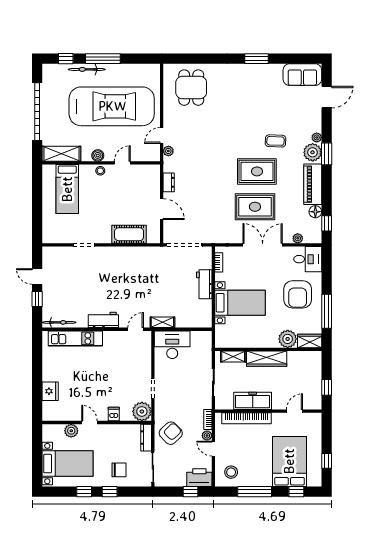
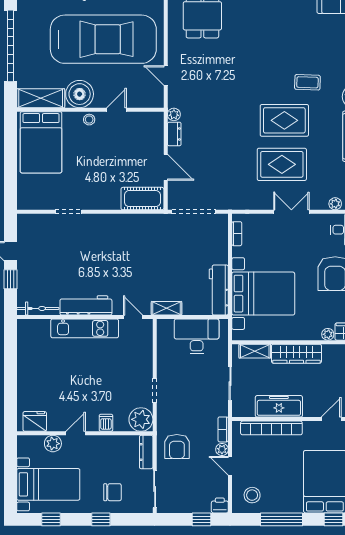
door: (162, 135) -> (166, 76), hinge flipped
plant: (168, 151) -> (174, 114), moved
boiler: (98, 155) -> (80, 94), width x1.86, depth x1.86
bed: (67, 189) -> (41, 142), width x1.50
cot: (129, 234) -> (142, 199), moved
double door: (263, 245) -> (291, 212), width x0.73
workbench: (204, 284) -> (219, 290), moved, width x1.37
bed with nightstands: (240, 303) -> (263, 294), width x1.36
workbench: (103, 320) -> (86, 305), width x1.38
door: (136, 329) -> (133, 317), hinge flipped
kitchen unit: (75, 338) -> (85, 328), moved
plant: (288, 339) -> (328, 334), width x0.53, depth x0.53
desk: (172, 345) -> (197, 336), moved
fridge: (50, 391) -> (35, 421), moved, turned -90
door: (89, 423) -> (76, 433), hinge flipped
armchair: (171, 433) -> (177, 447), turned 134
printer: (199, 478) -> (220, 505), width x0.53, depth x0.68
window: (84, 492) -> (51, 519), moved

